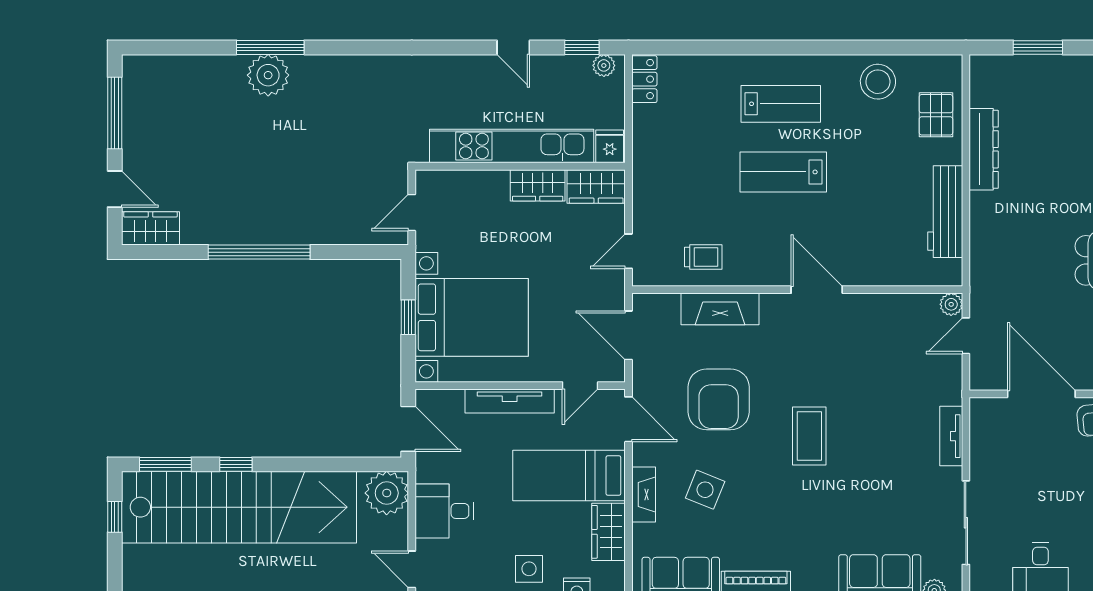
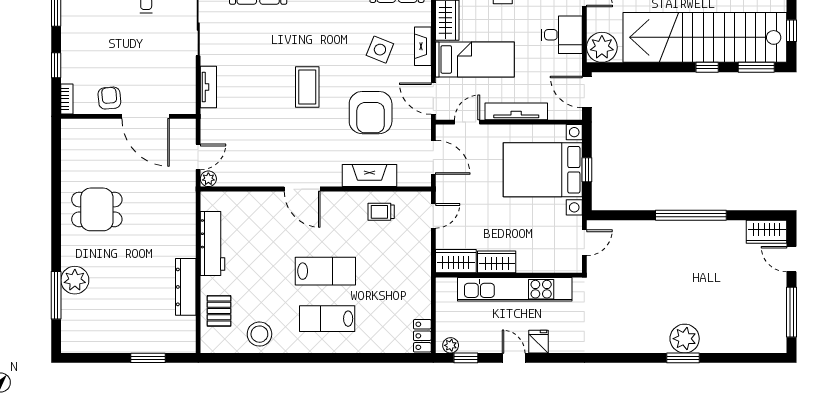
window: (270, 47) -> (683, 358), width x0.69
fridge: (610, 146) -> (538, 342), moved, turned 180
armchair: (719, 399) -> (371, 113), turned 180

